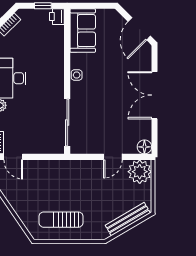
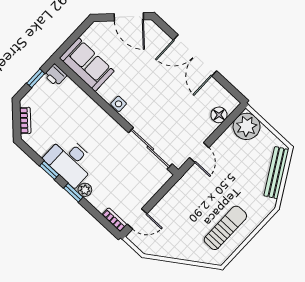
floor lamp: (144, 147) -> (219, 115), moved
door: (113, 157) -> (199, 153), moved
sun lounger: (61, 220) -> (225, 228), turned 180

